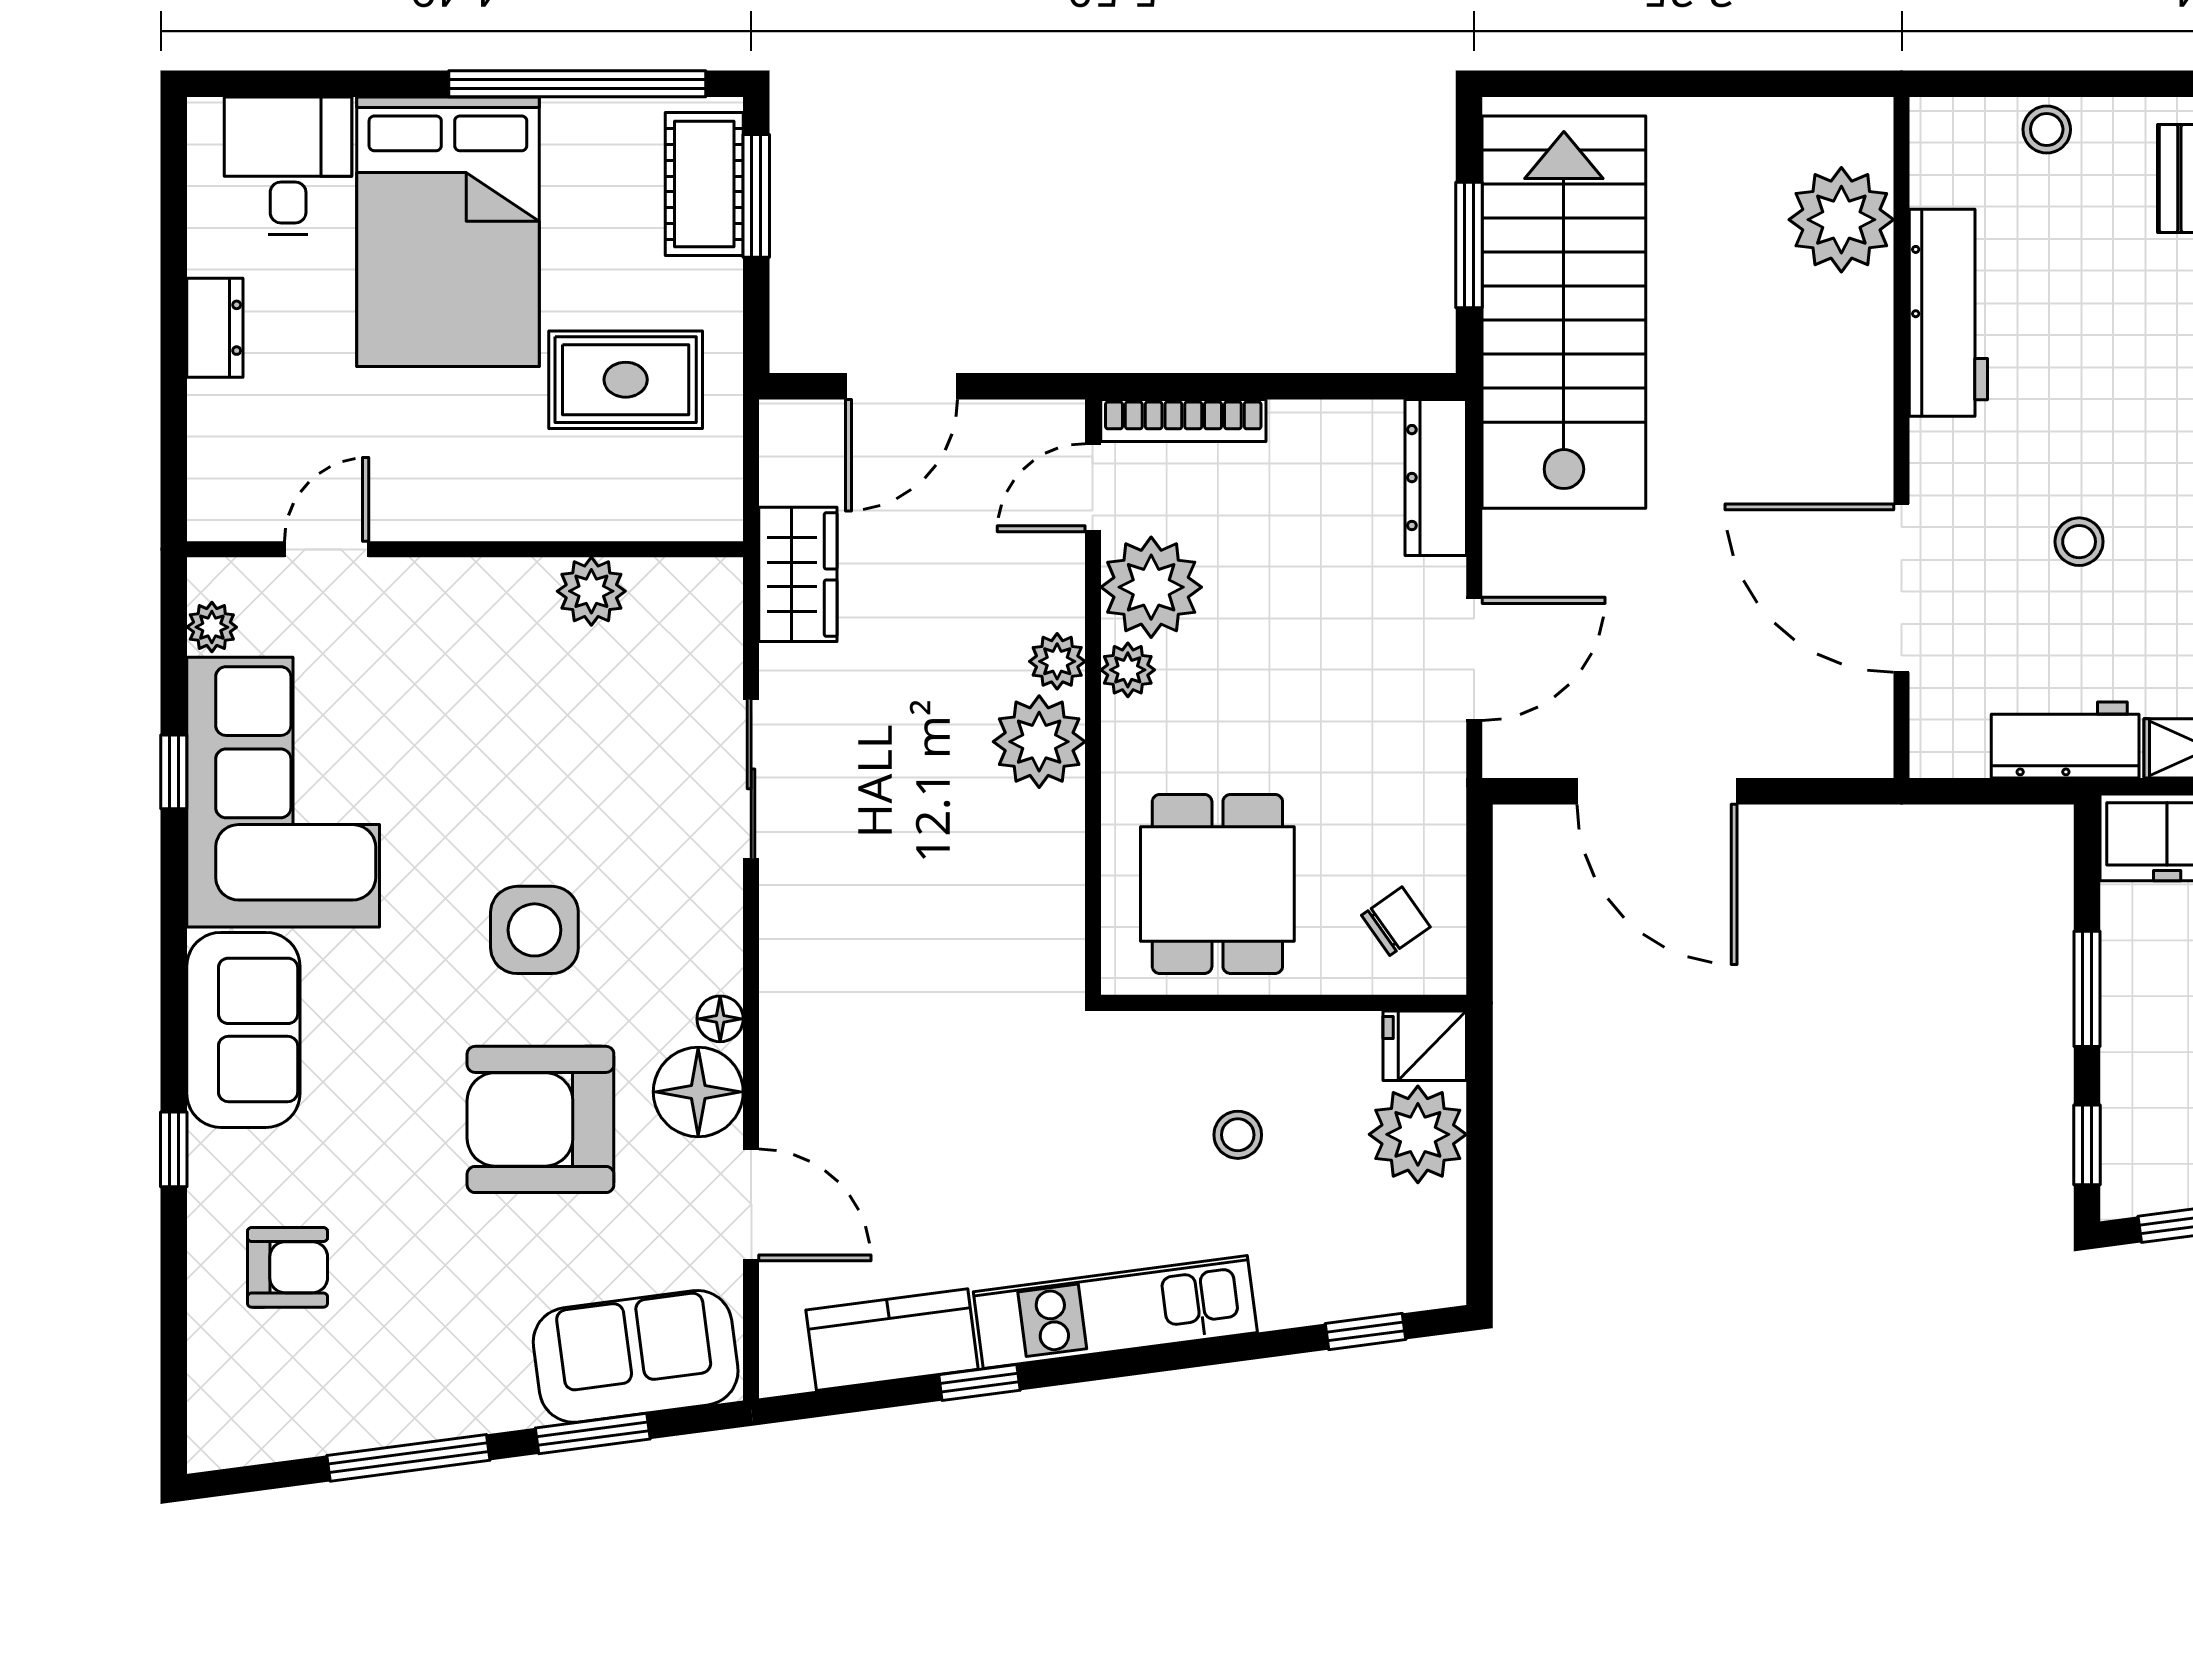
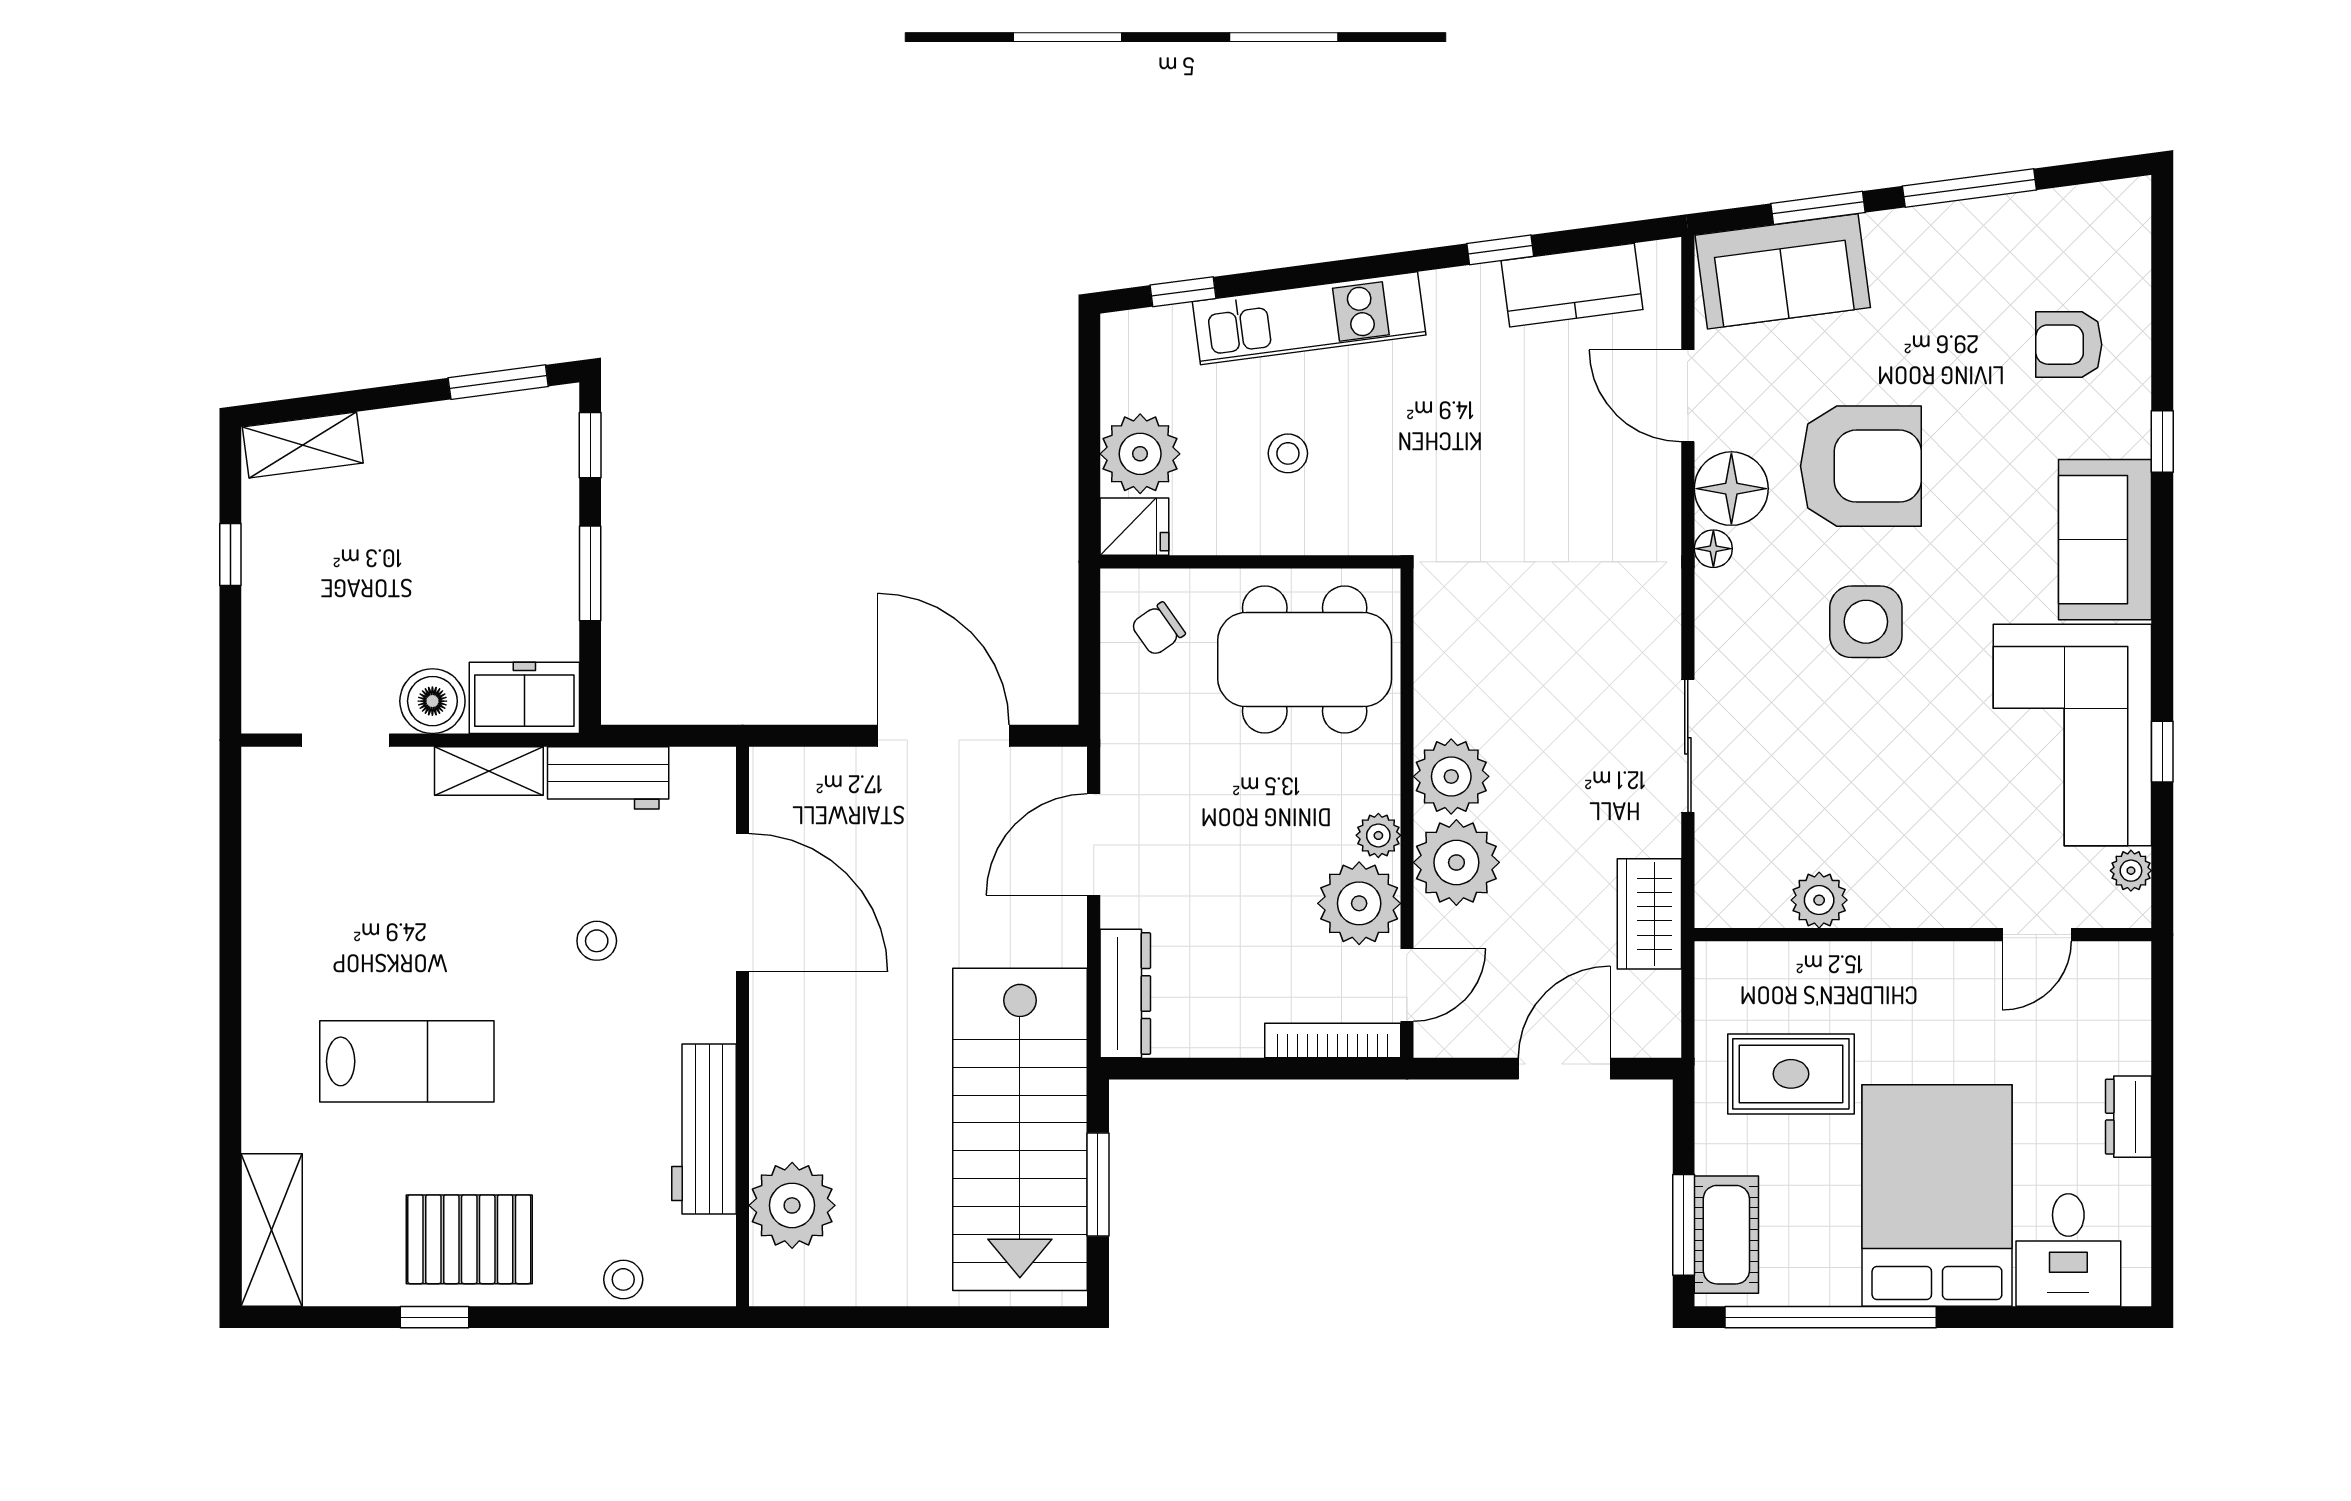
plant: (1057, 661) -> (1456, 862), width x1.88, depth x1.88
dining table: (1217, 884) -> (1305, 660), width x1.38
kitchen unit: (1115, 1312) -> (1309, 318), moved

